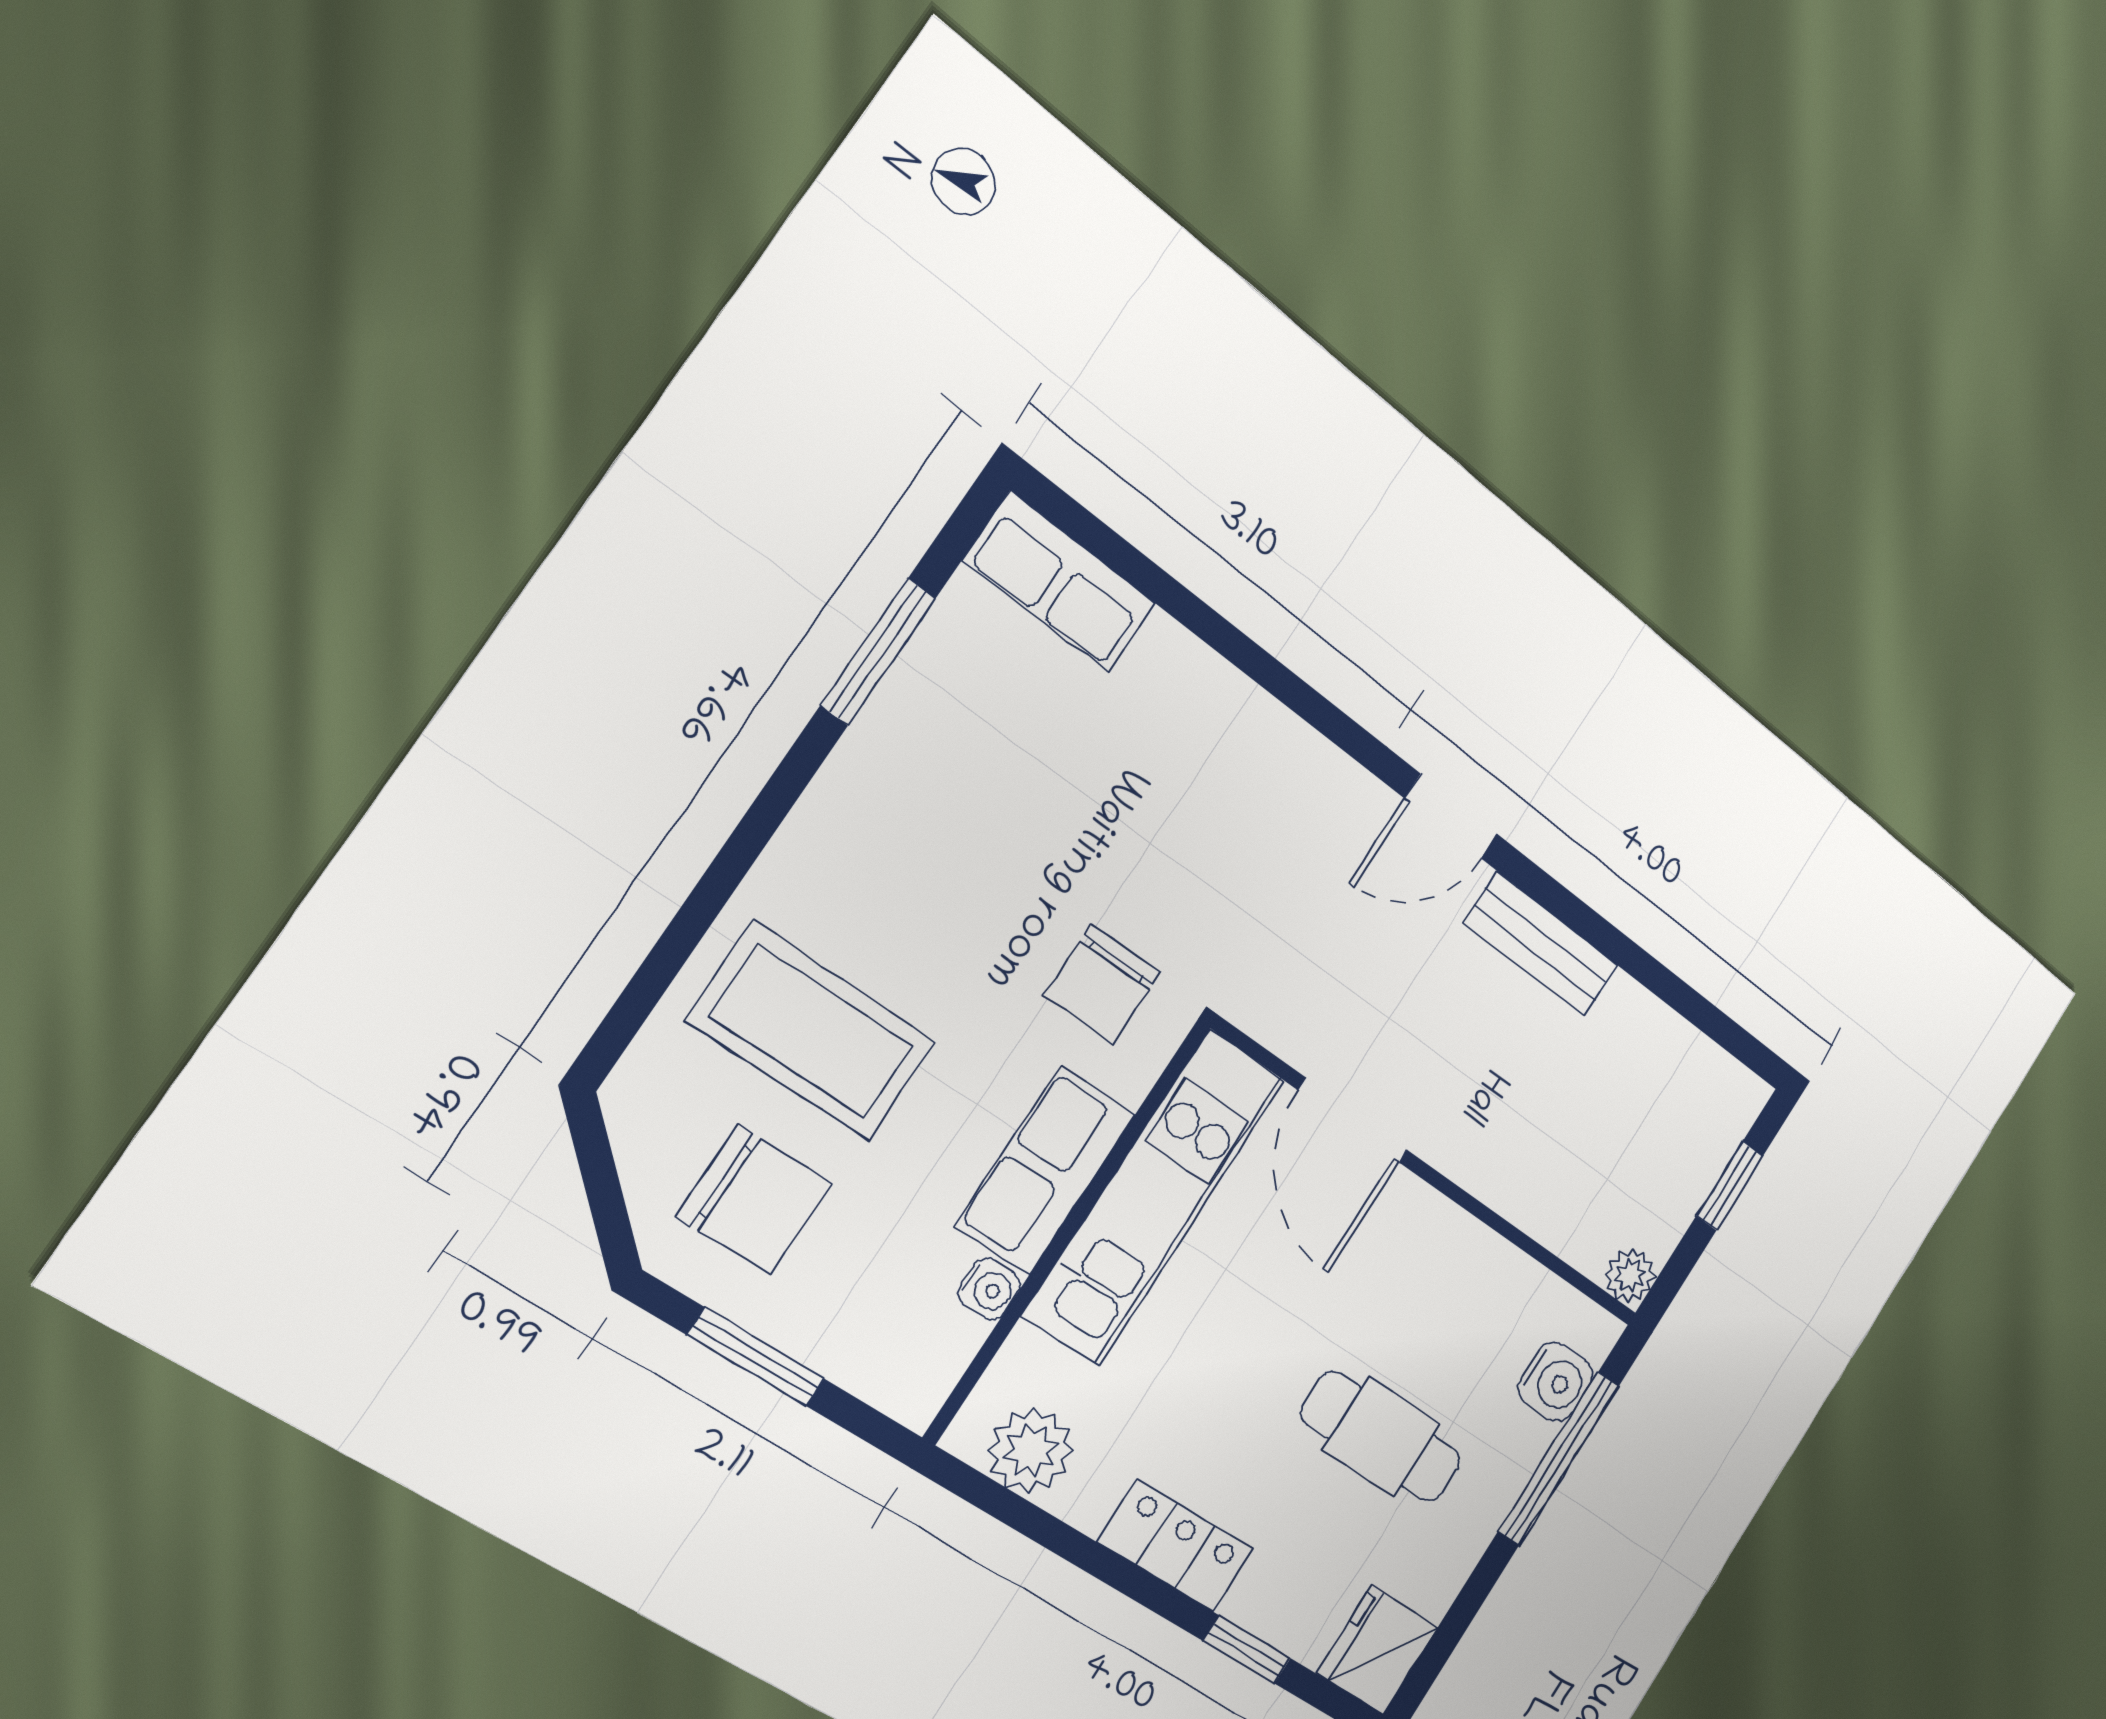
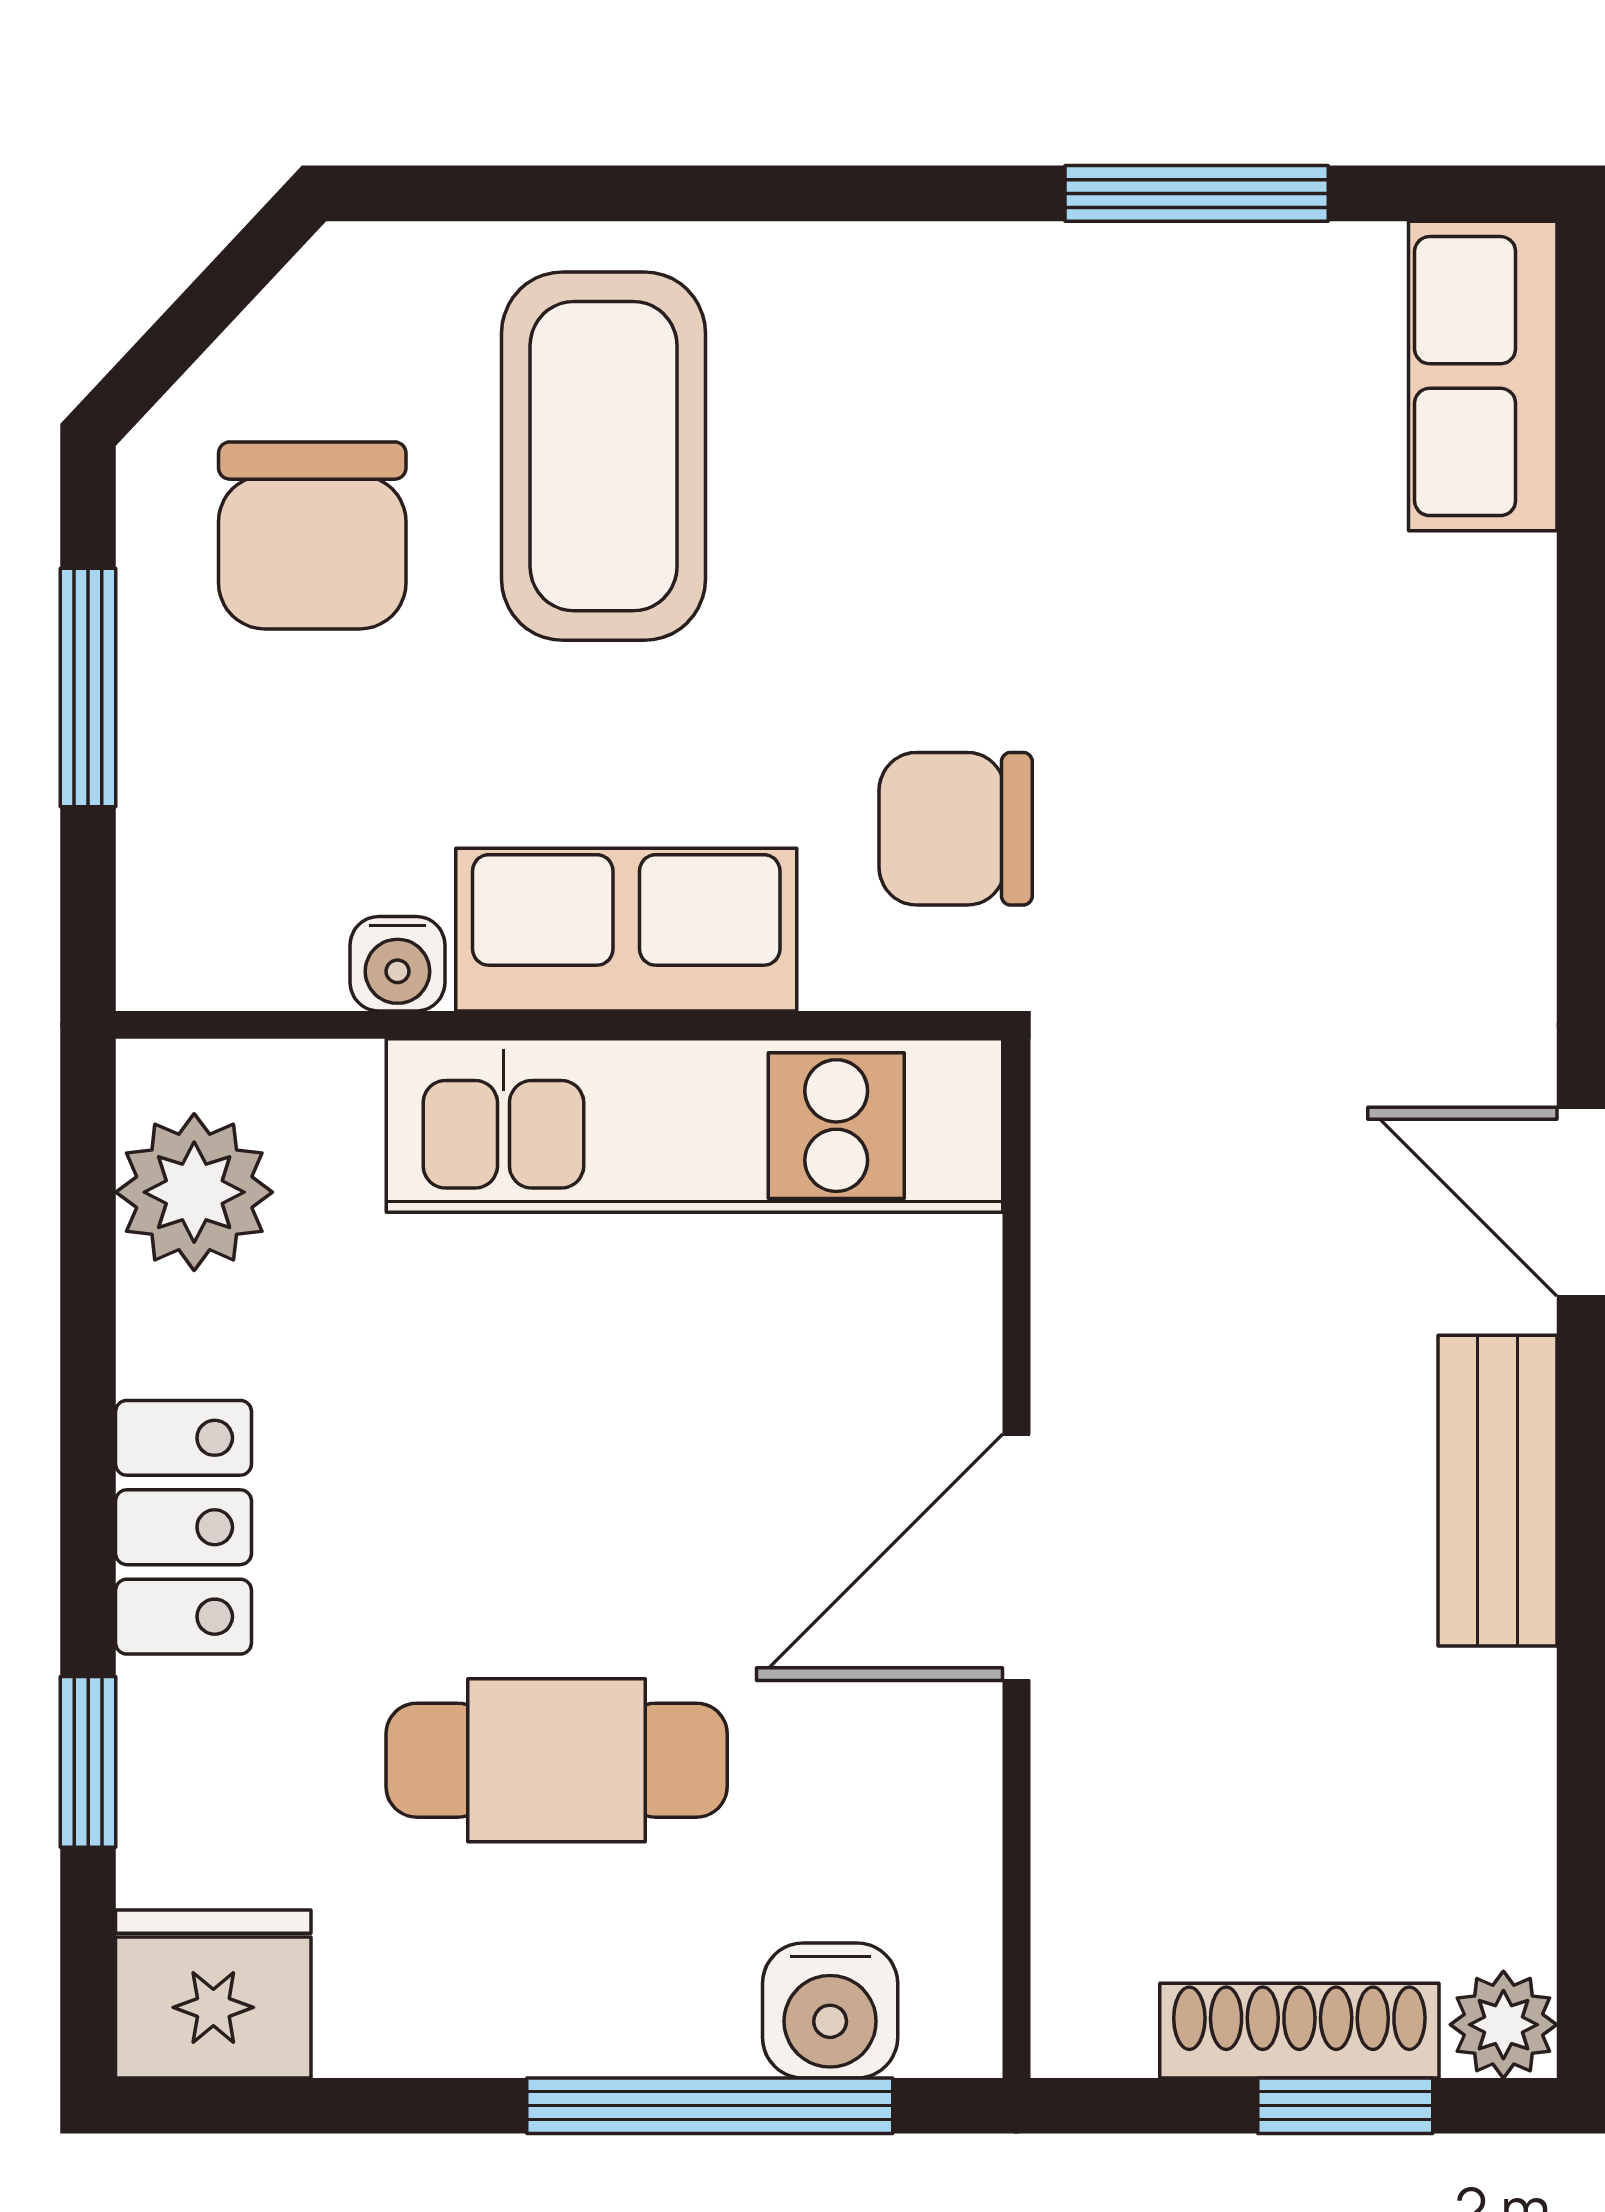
door: (1353, 1120) -> (1016, 1557), moved
shoe rack: (1690, 1185) -> (1299, 2031), added
plant: (1630, 1276) -> (1503, 2025), moved
cafe table: (1381, 1437) -> (557, 1760), turned 90

